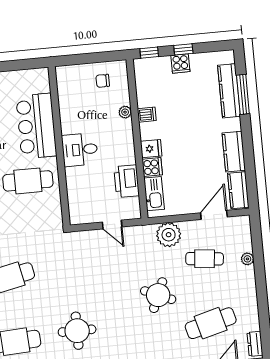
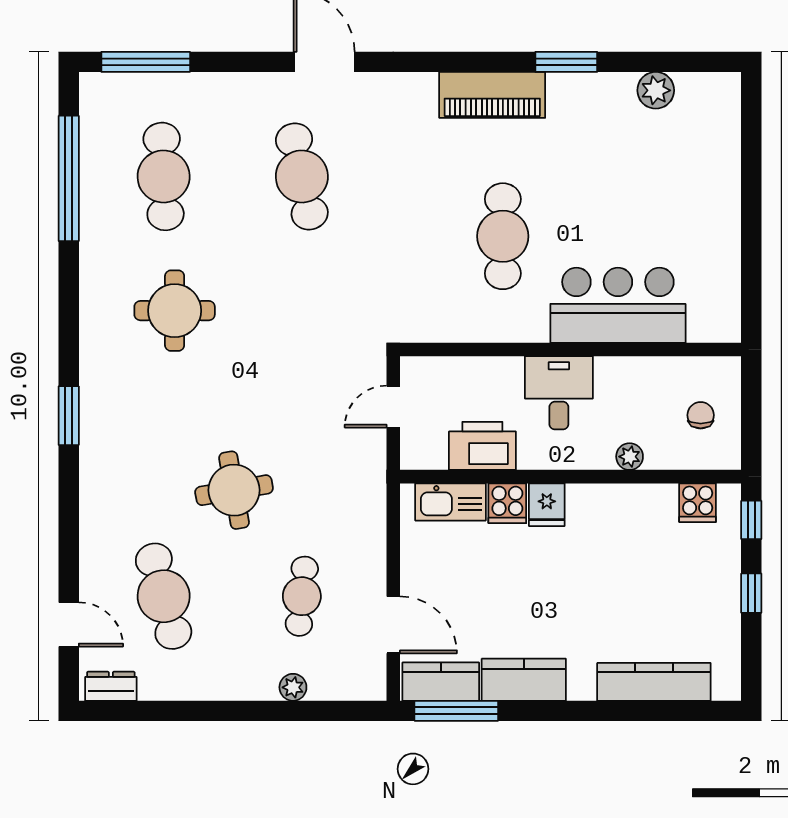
cooker: (180, 64) -> (698, 503), moved, turned -90
window: (243, 94) -> (456, 711), moved
dishwasher: (147, 115) -> (620, 502), removed
bar counter: (36, 126) -> (618, 305), moved
wall: (59, 146) -> (571, 350), moved
desk: (80, 150) -> (559, 393), moved
plant: (169, 235) -> (360, 524), removed
round table: (158, 295) -> (234, 490), turned -33

